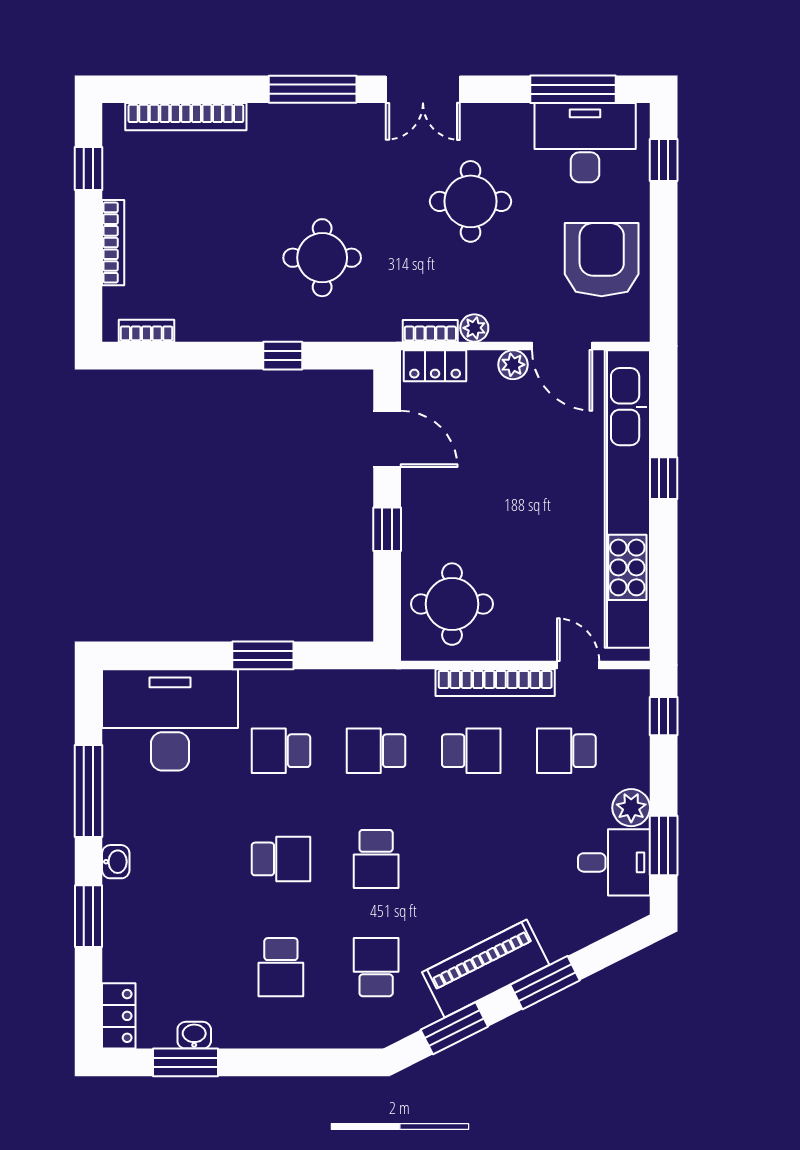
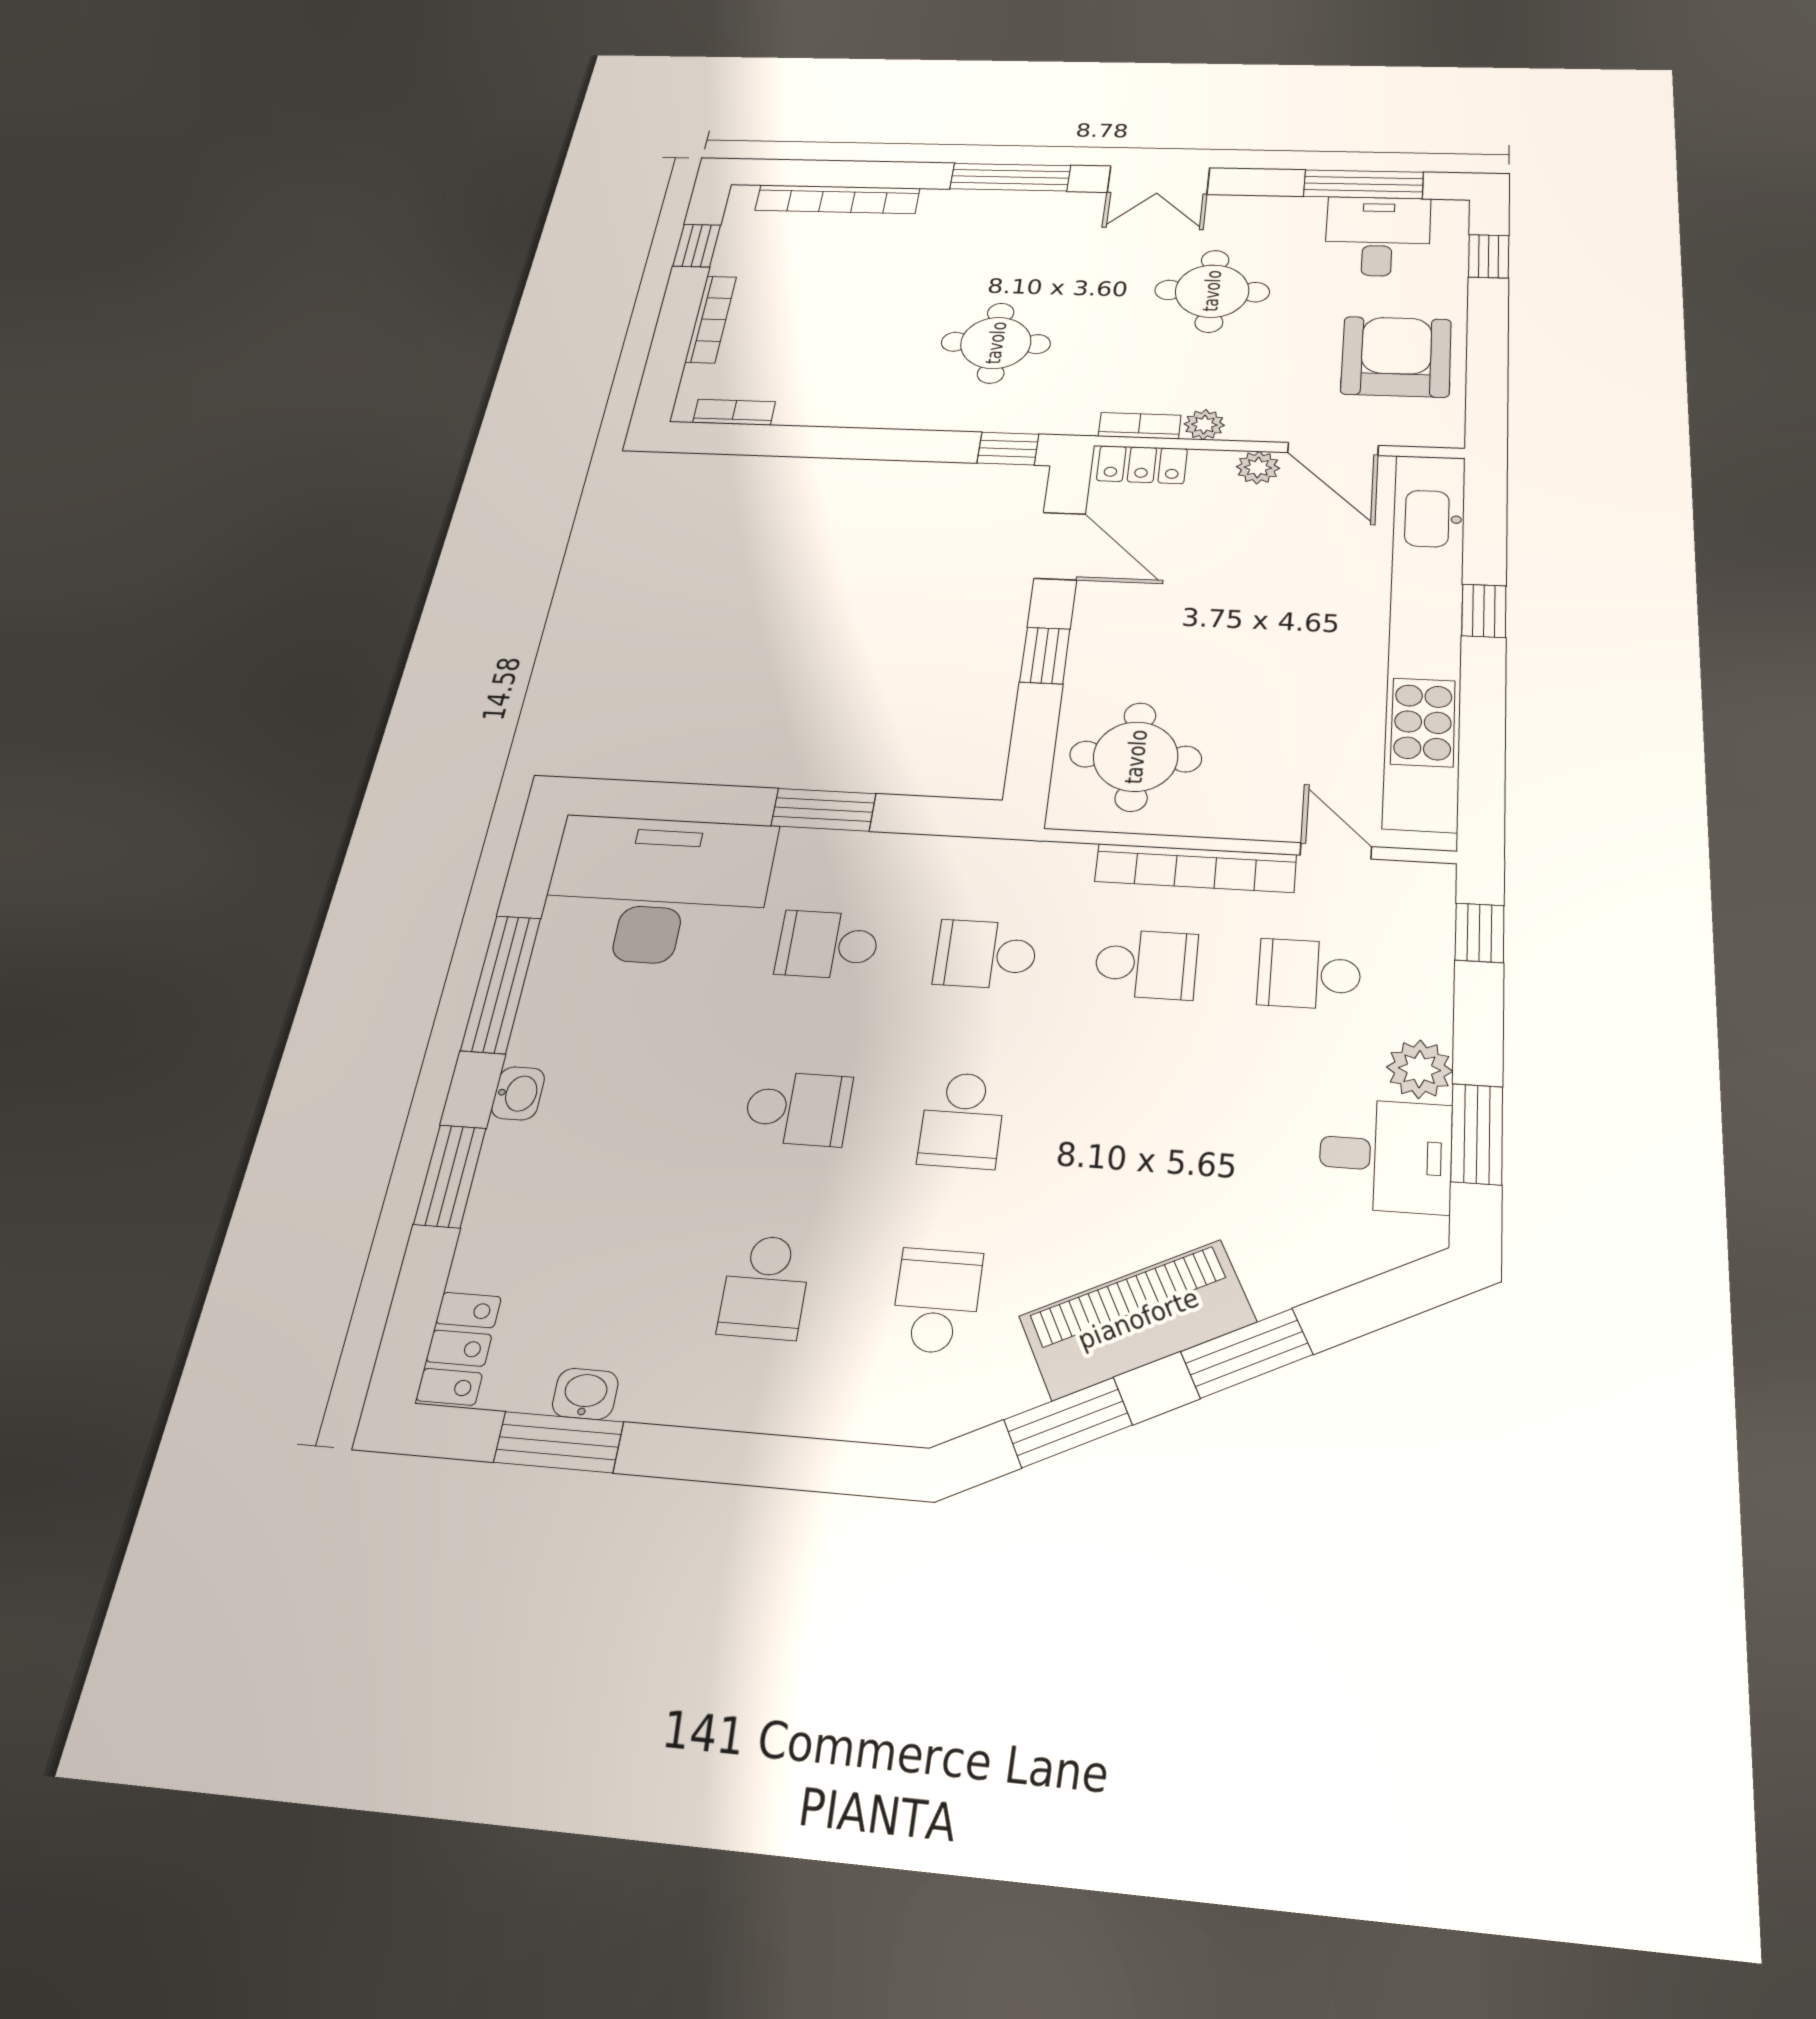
desk: (585, 143) -> (1378, 236), width x0.73
window: (283, 356) -> (1008, 449), moved

